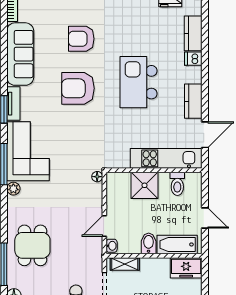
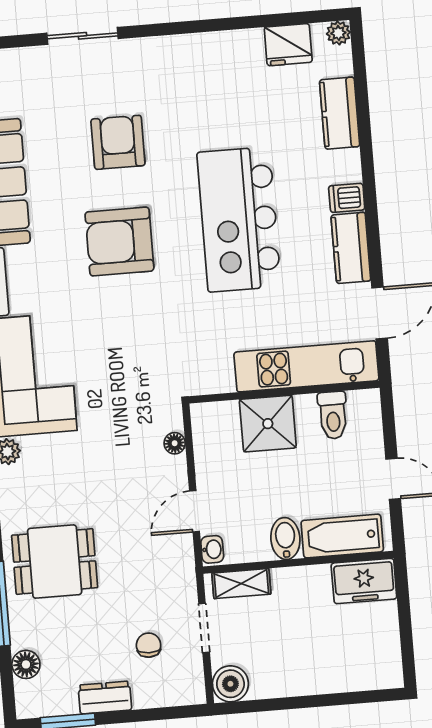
armchair: (81, 39) -> (118, 142), turned 90
dishwasher: (193, 59) -> (347, 198), moved
kitchen island: (139, 82) -> (239, 219), width x1.37
floor lamp: (97, 177) -> (175, 443), moved
dining table: (32, 245) -> (55, 561), turned 90

